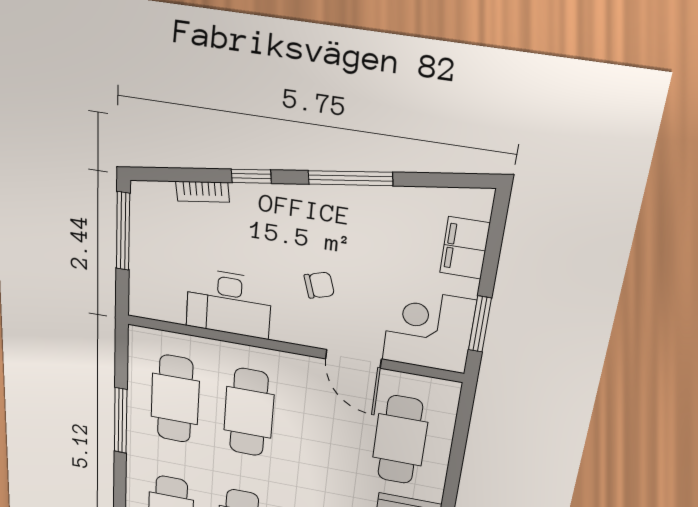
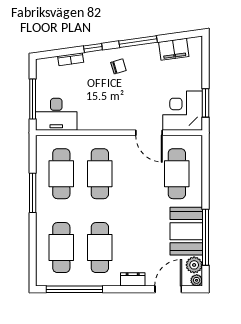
window: (123, 231) -> (33, 99), moved
filing cabinet: (465, 248) -> (174, 49), moved, turned -98
chair: (319, 285) -> (118, 66), moved
desk: (229, 303) -> (56, 114), moved

